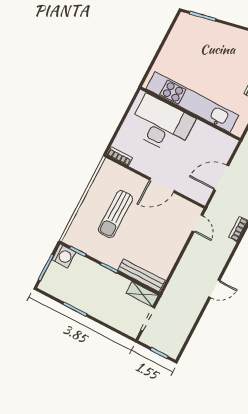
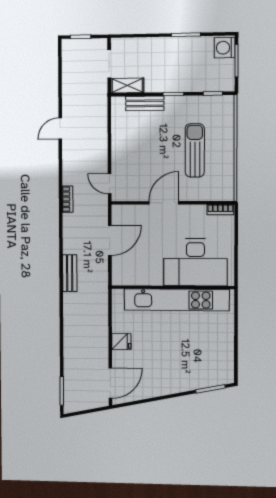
washing machine: (64, 256) -> (225, 48), moved
bench: (141, 275) -> (145, 103), width x0.73

